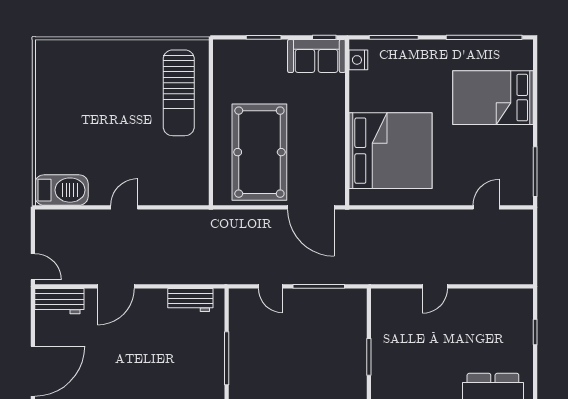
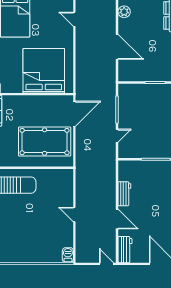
barbecue: (61, 190) -> (68, 255), width x0.53, depth x0.65
door: (33, 267) -> (106, 264), hinge flipped
door: (435, 286) -> (117, 47), width x1.88
workbench: (190, 300) -> (124, 194), moved
plant: (500, 300) -> (124, 12), added

